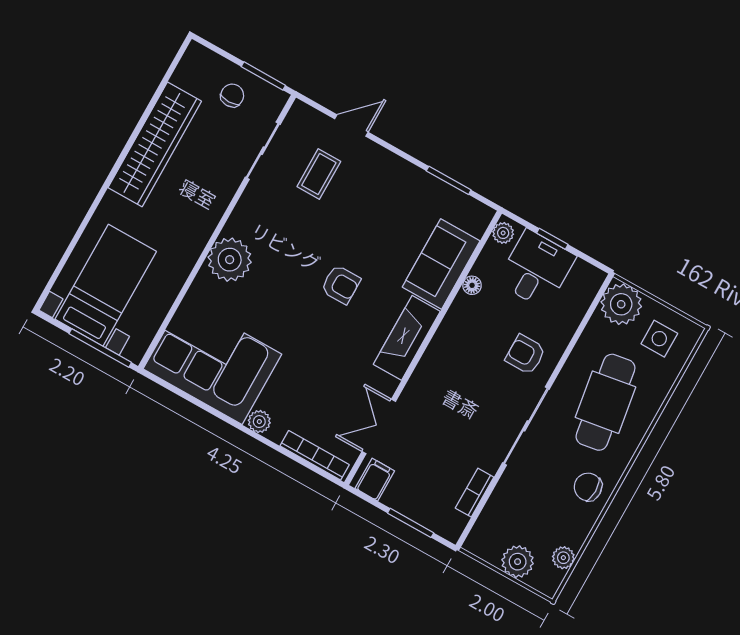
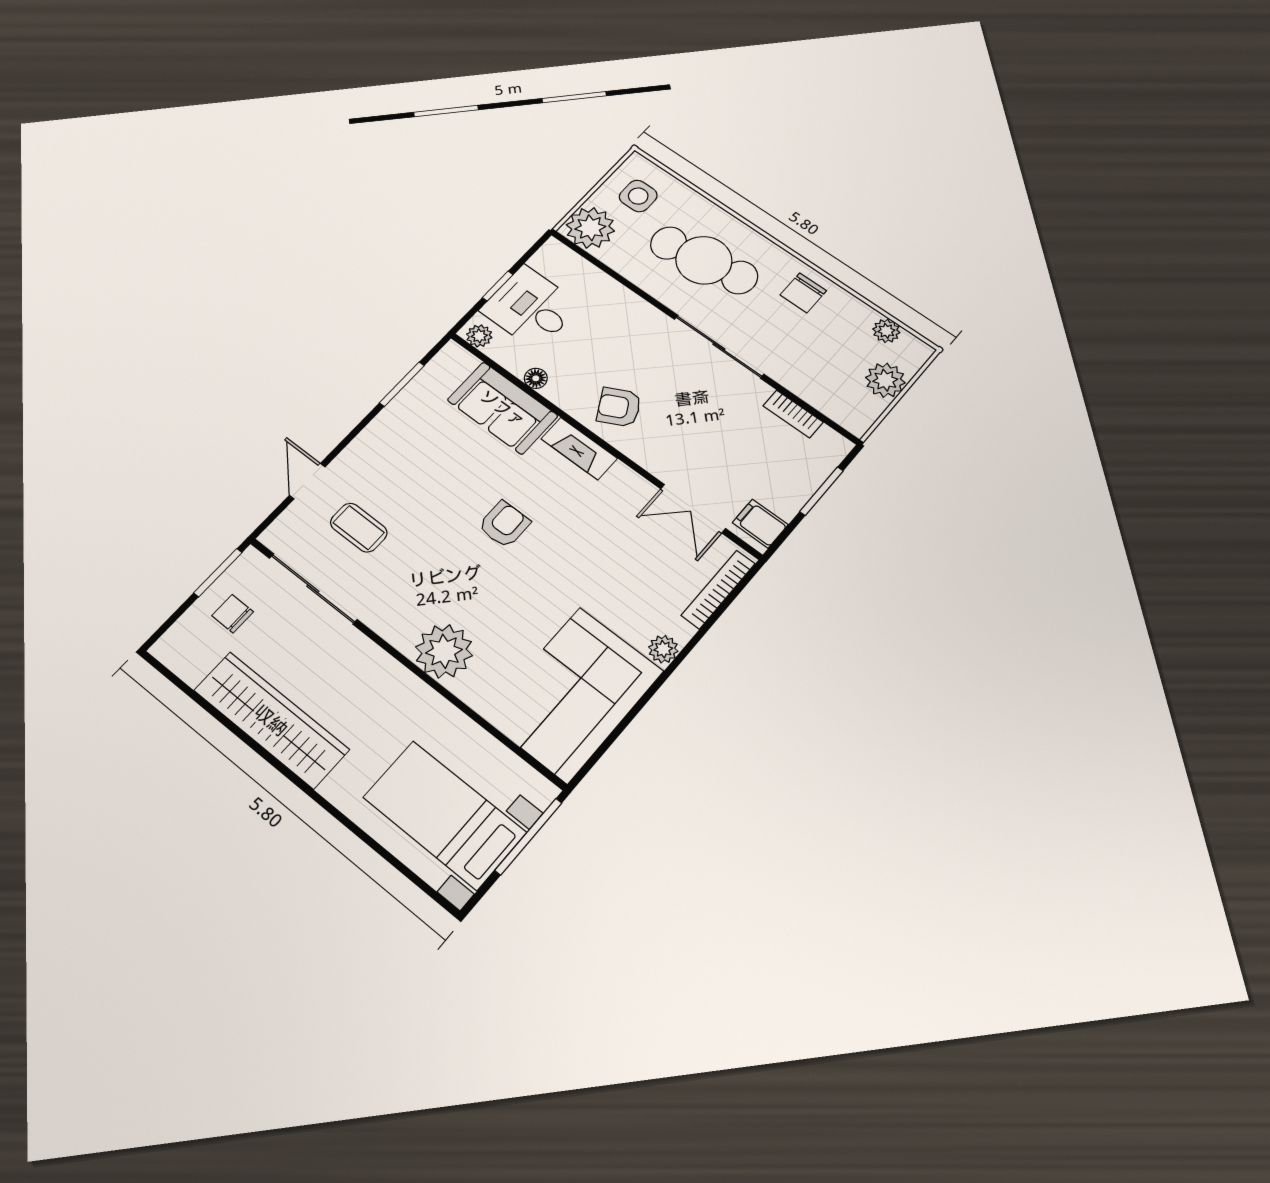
sliding door: (263, 151) -> (313, 589), width x1.37
fireplace: (407, 338) -> (579, 449), width x0.73, depth x0.76
armchair: (525, 354) -> (619, 407), moved, turned 62

